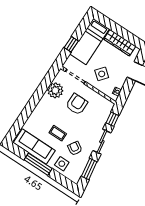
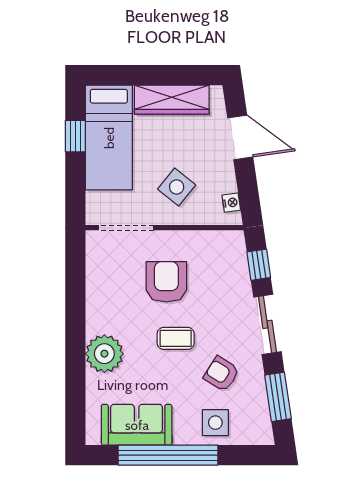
window: (71, 44) -> (75, 136), moved
plant: (55, 90) -> (104, 354), moved
coffee table: (58, 133) -> (176, 338), moved
sofa: (34, 147) -> (137, 425), width x0.73
window: (38, 164) -> (168, 455), width x1.46

